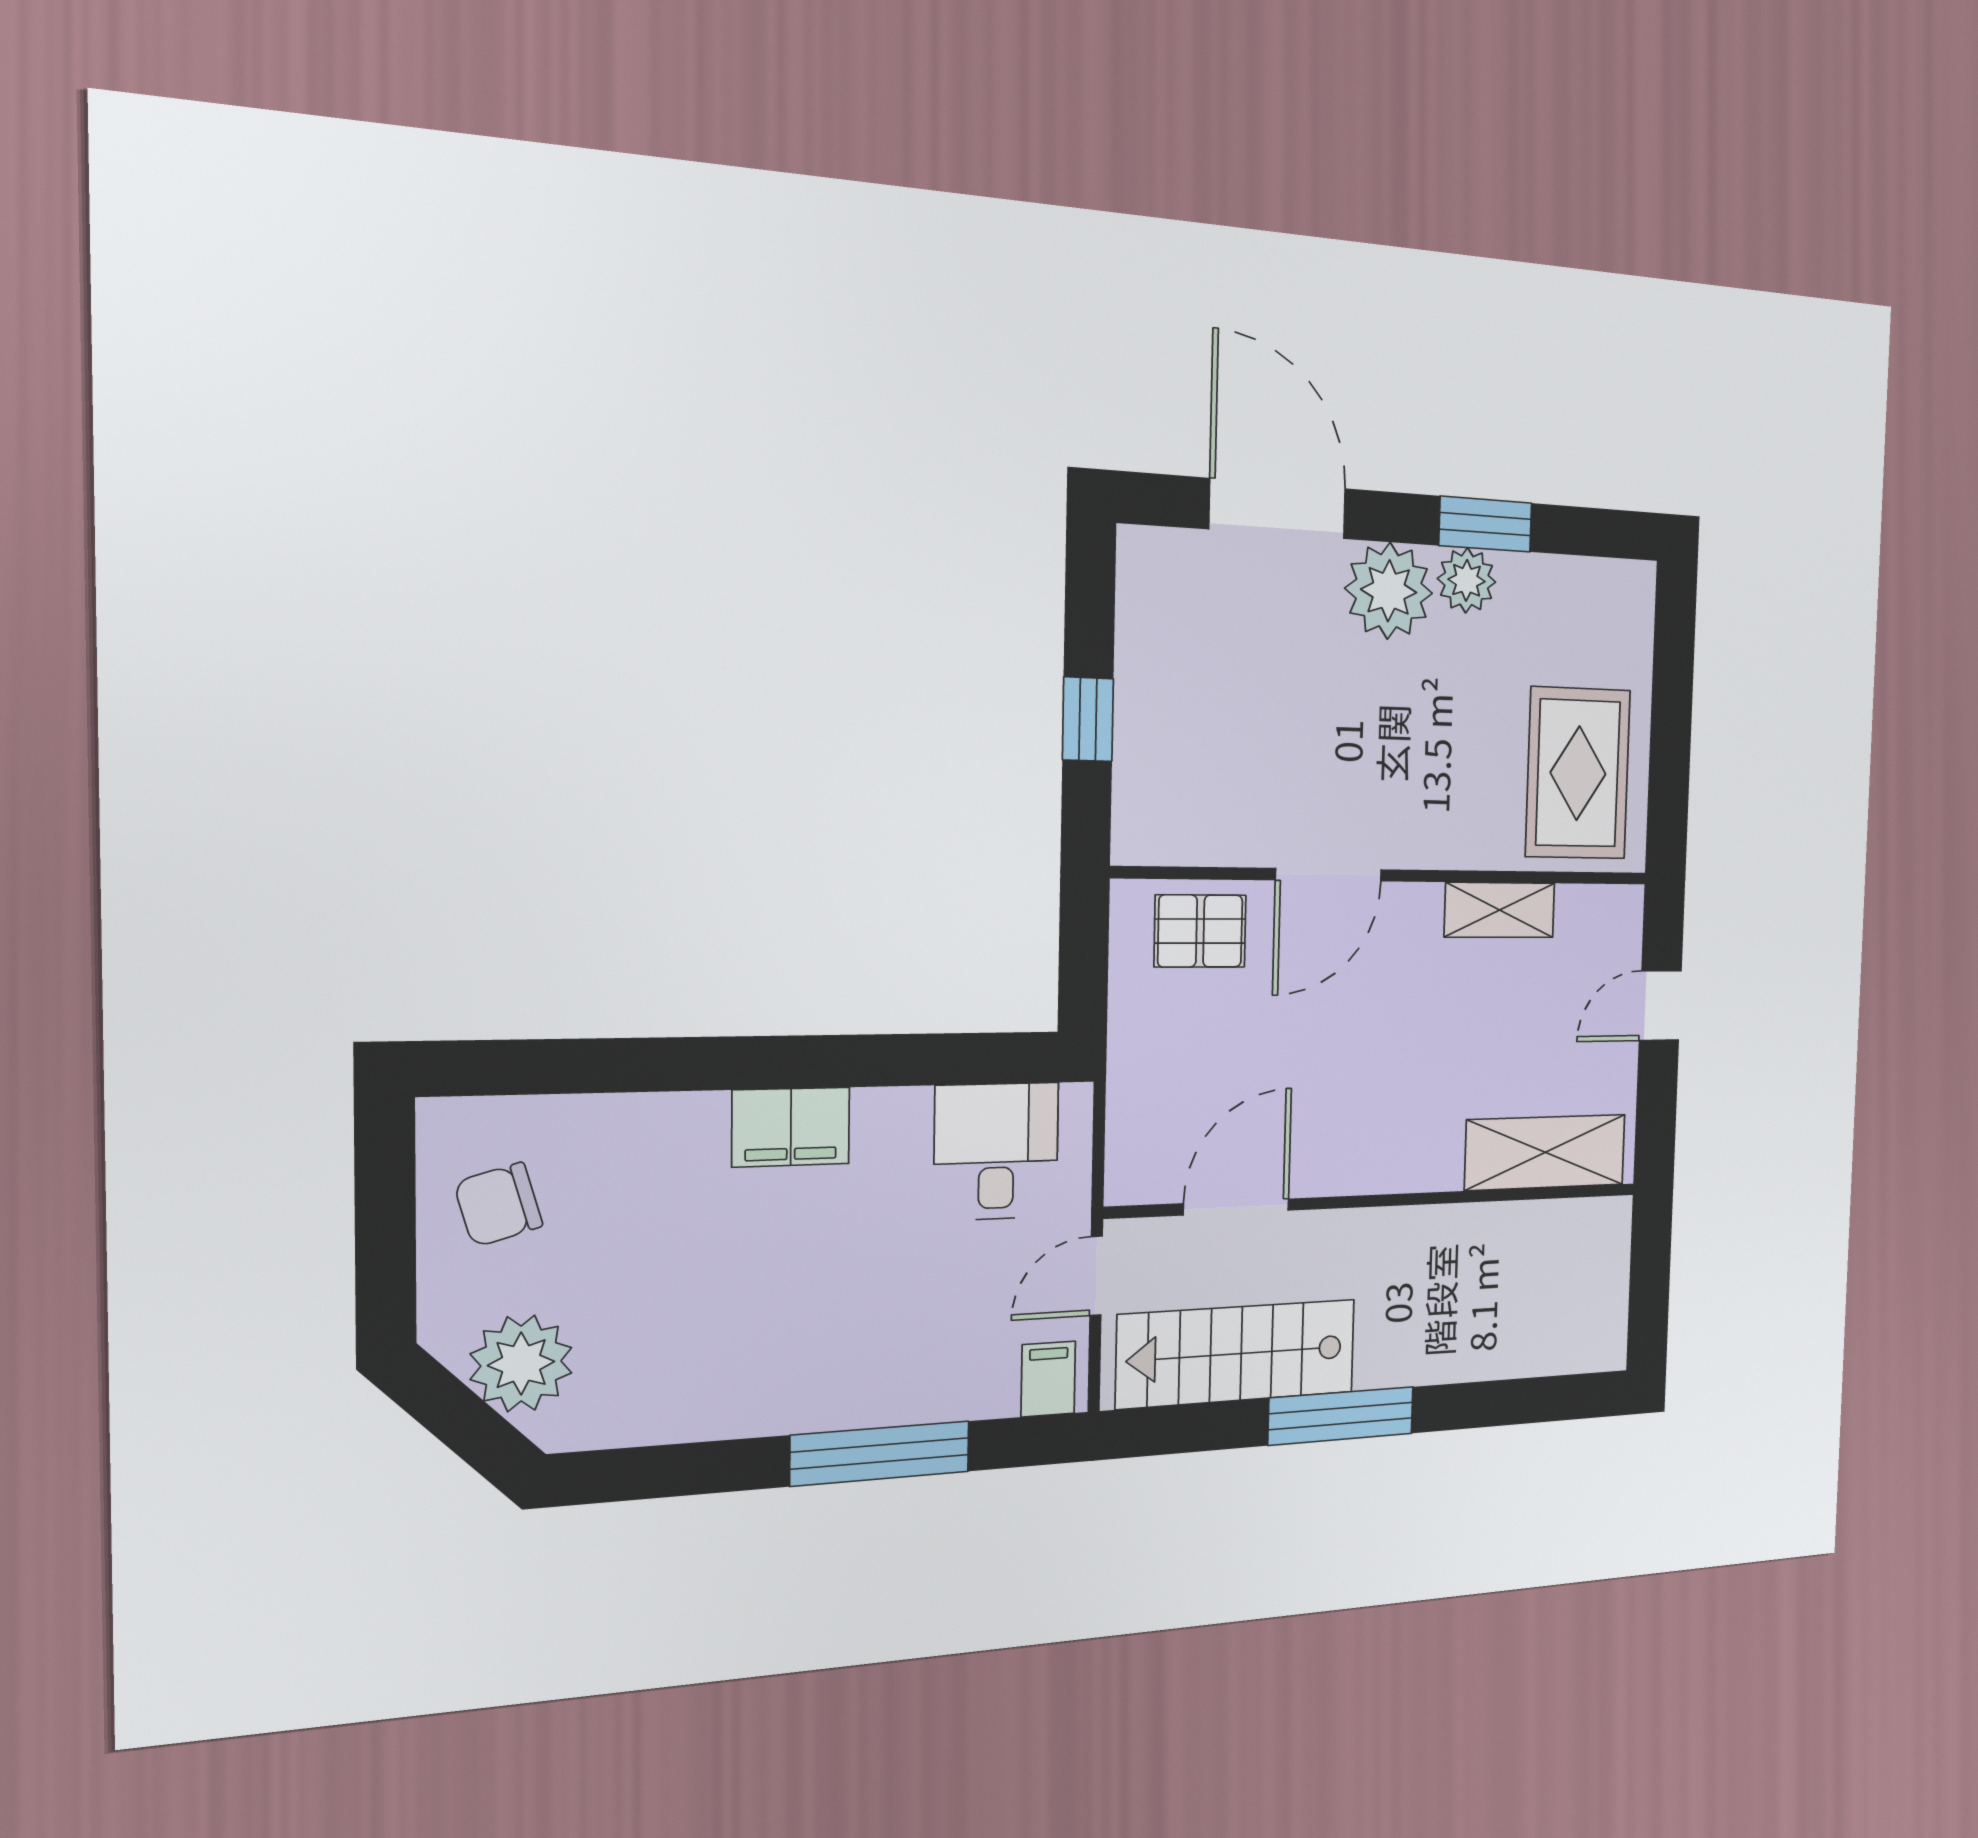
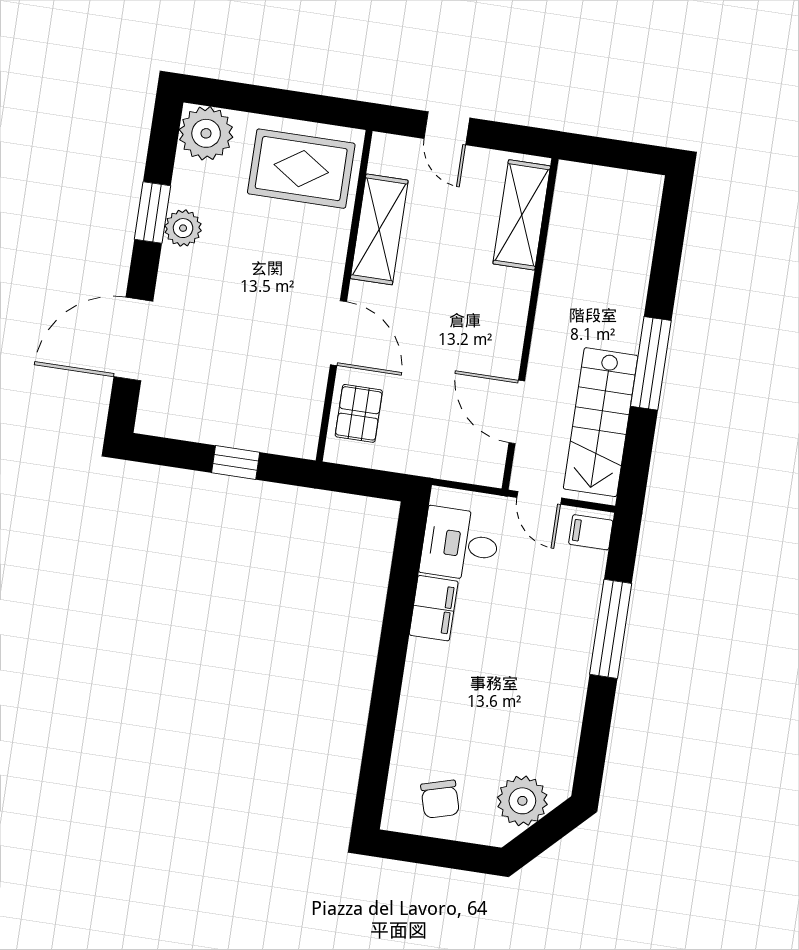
plant: (1389, 591) -> (206, 133), moved
shelving: (1500, 910) -> (379, 229), width x1.50, depth x1.33
filing cabinet: (791, 1127) -> (434, 608), moved

